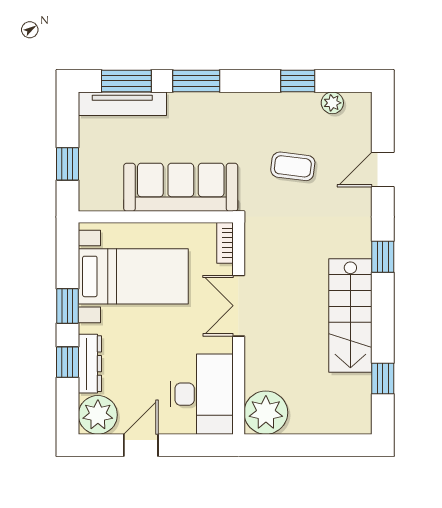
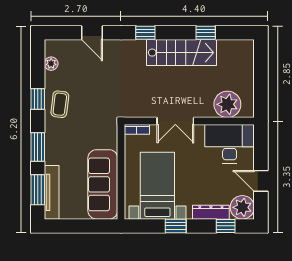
window: (298, 81) -> (38, 99), moved
window: (67, 164) -> (89, 226), removed
coffee table: (293, 166) -> (60, 104), moved
sofa: (181, 187) -> (103, 184), moved
window: (67, 362) -> (226, 226), moved
window: (383, 378) -> (206, 33), moved
plant: (266, 413) -> (227, 104), moved

